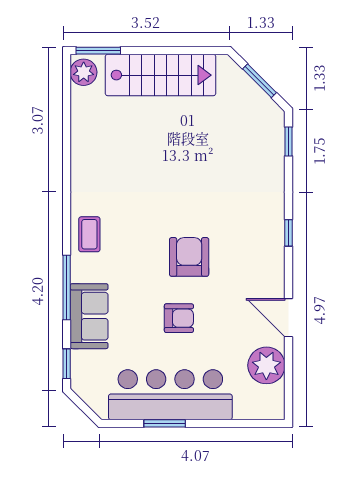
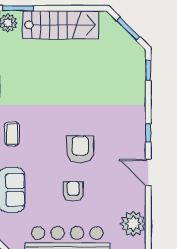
armchair: (179, 318) -> (73, 191), turned -90
door: (288, 318) -> (148, 173), moved

